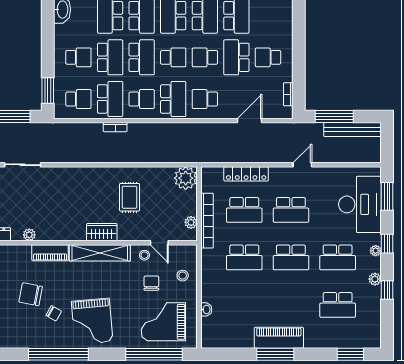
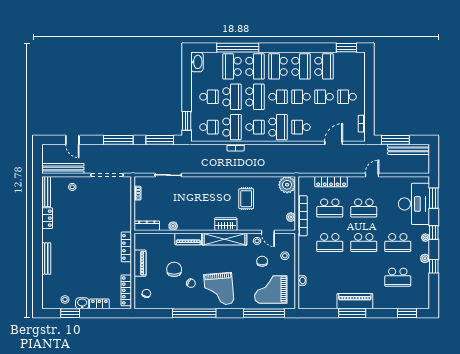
school desk: (236, 57) -> (324, 97), width x0.54
chair: (31, 294) -> (174, 269), turned 79

